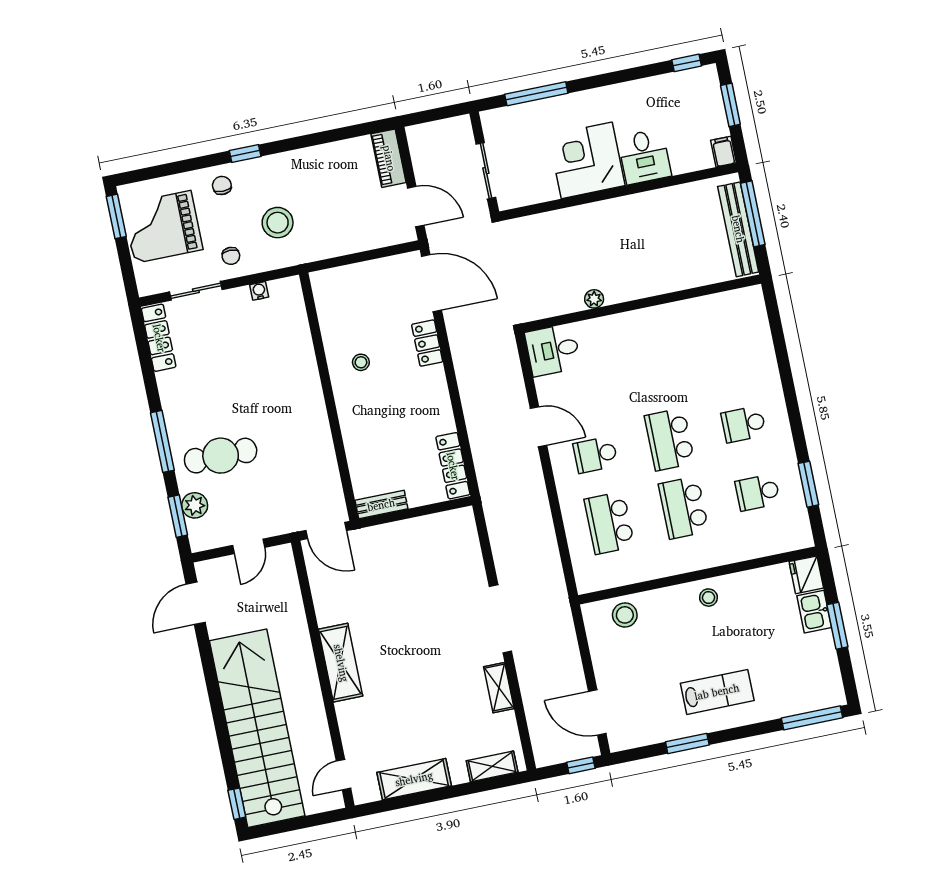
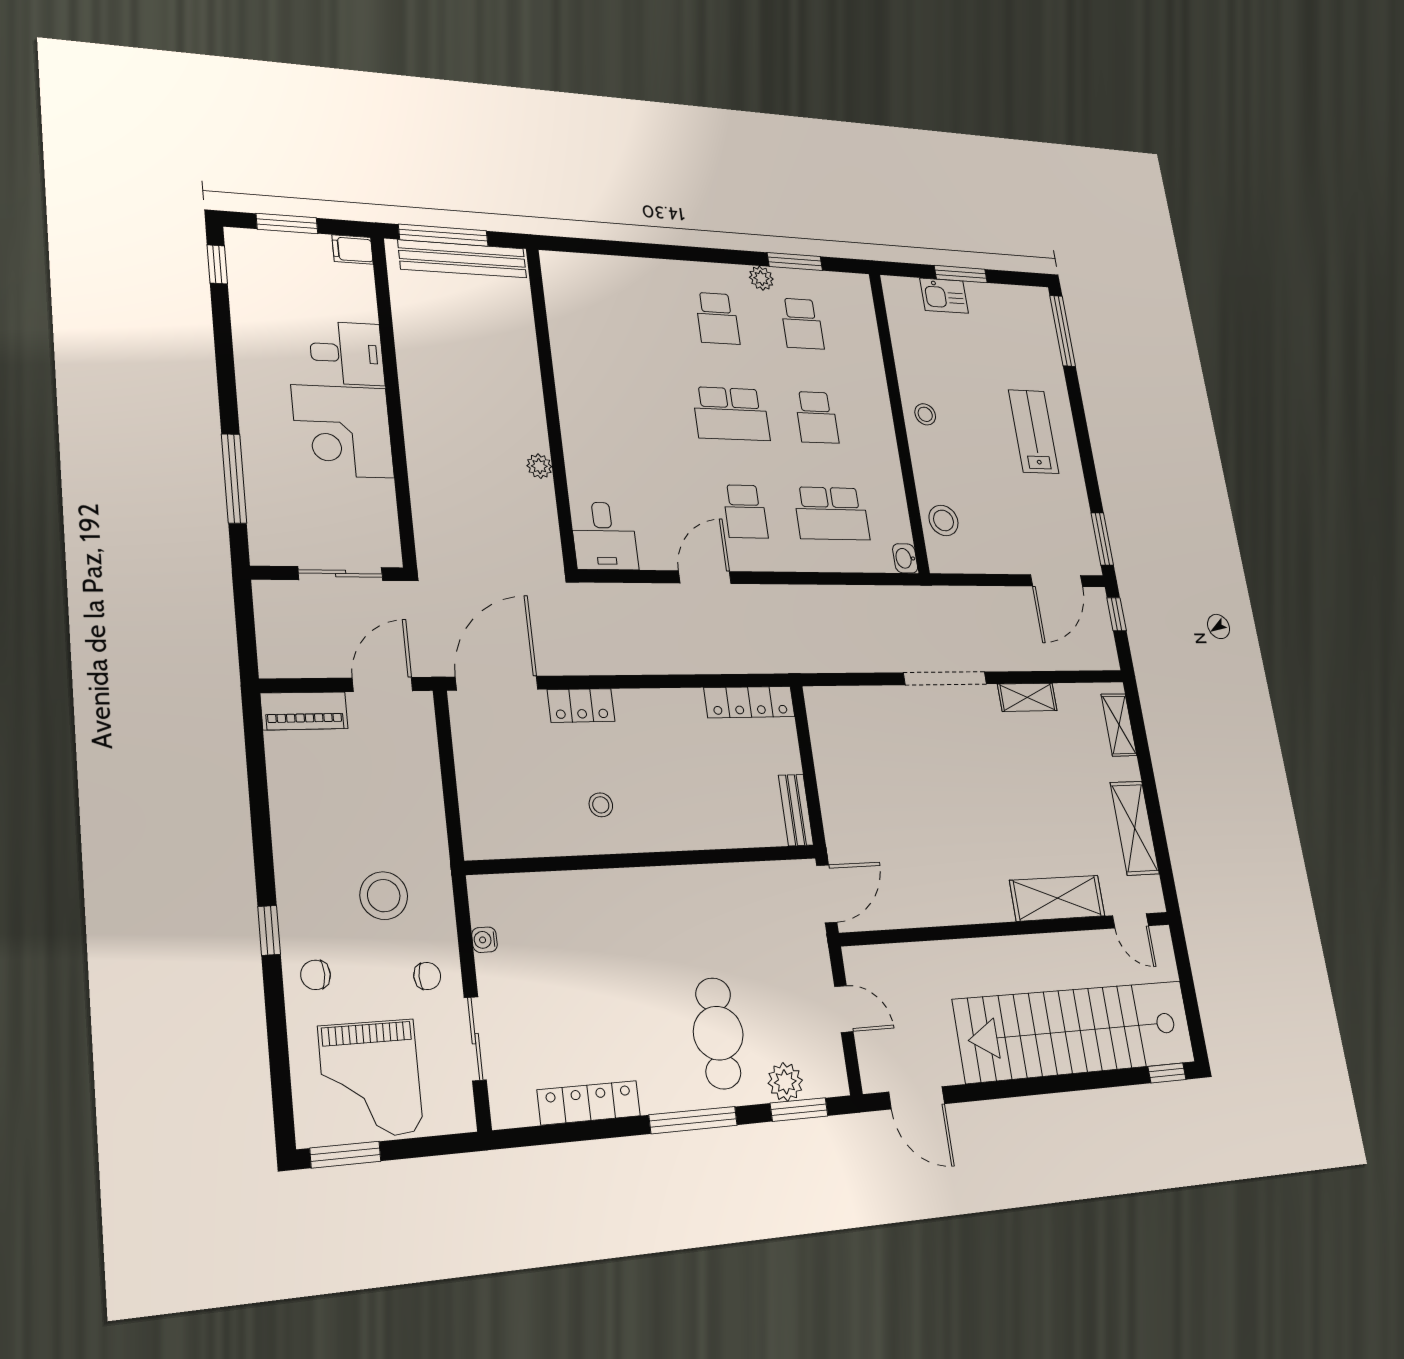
locker: (159, 338) -> (589, 1103), moved
plant: (787, 458) -> (761, 278), added
school desk: (684, 508) -> (817, 417), width x0.54
fridge: (806, 575) -> (902, 293), removed
washbasin: (587, 584) -> (905, 558), added
shelving: (341, 663) -> (1057, 898), moved
window: (687, 743) -> (1102, 539), moved

